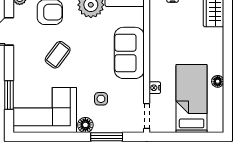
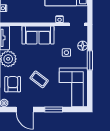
window: (9, 95) -> (54, 109), moved
floor lamp: (85, 125) -> (83, 46), moved
window: (107, 137) -> (90, 60), moved

